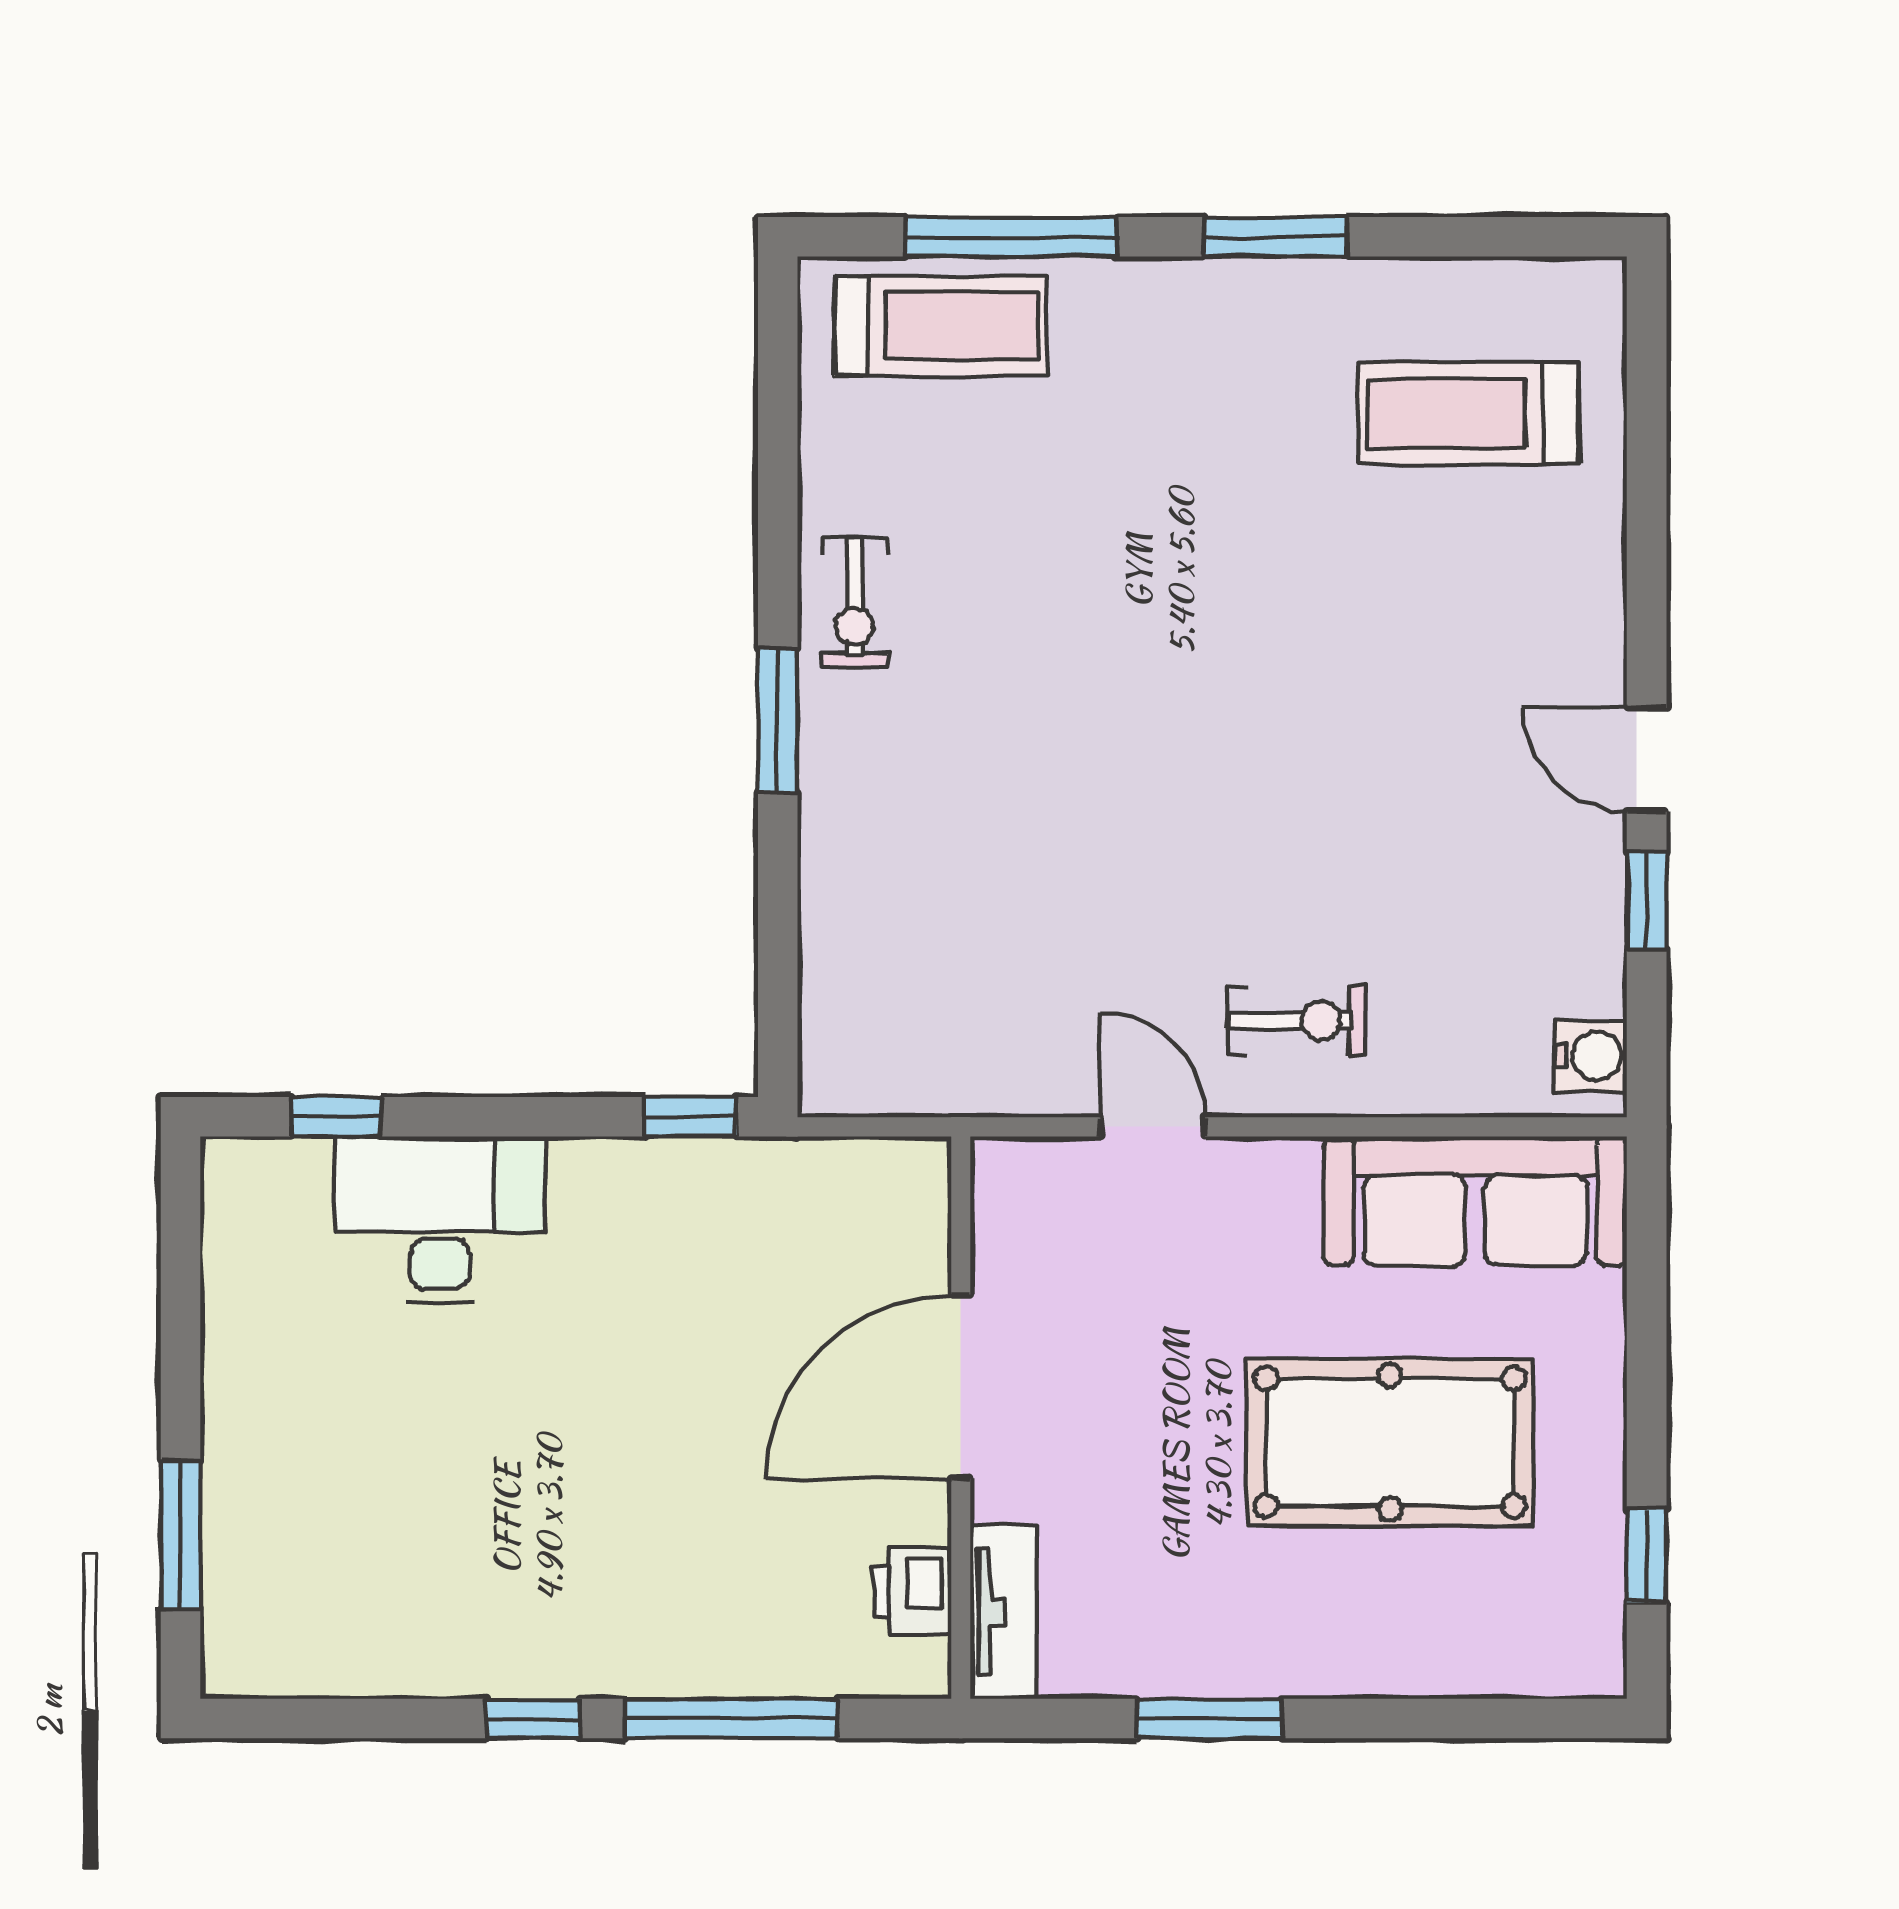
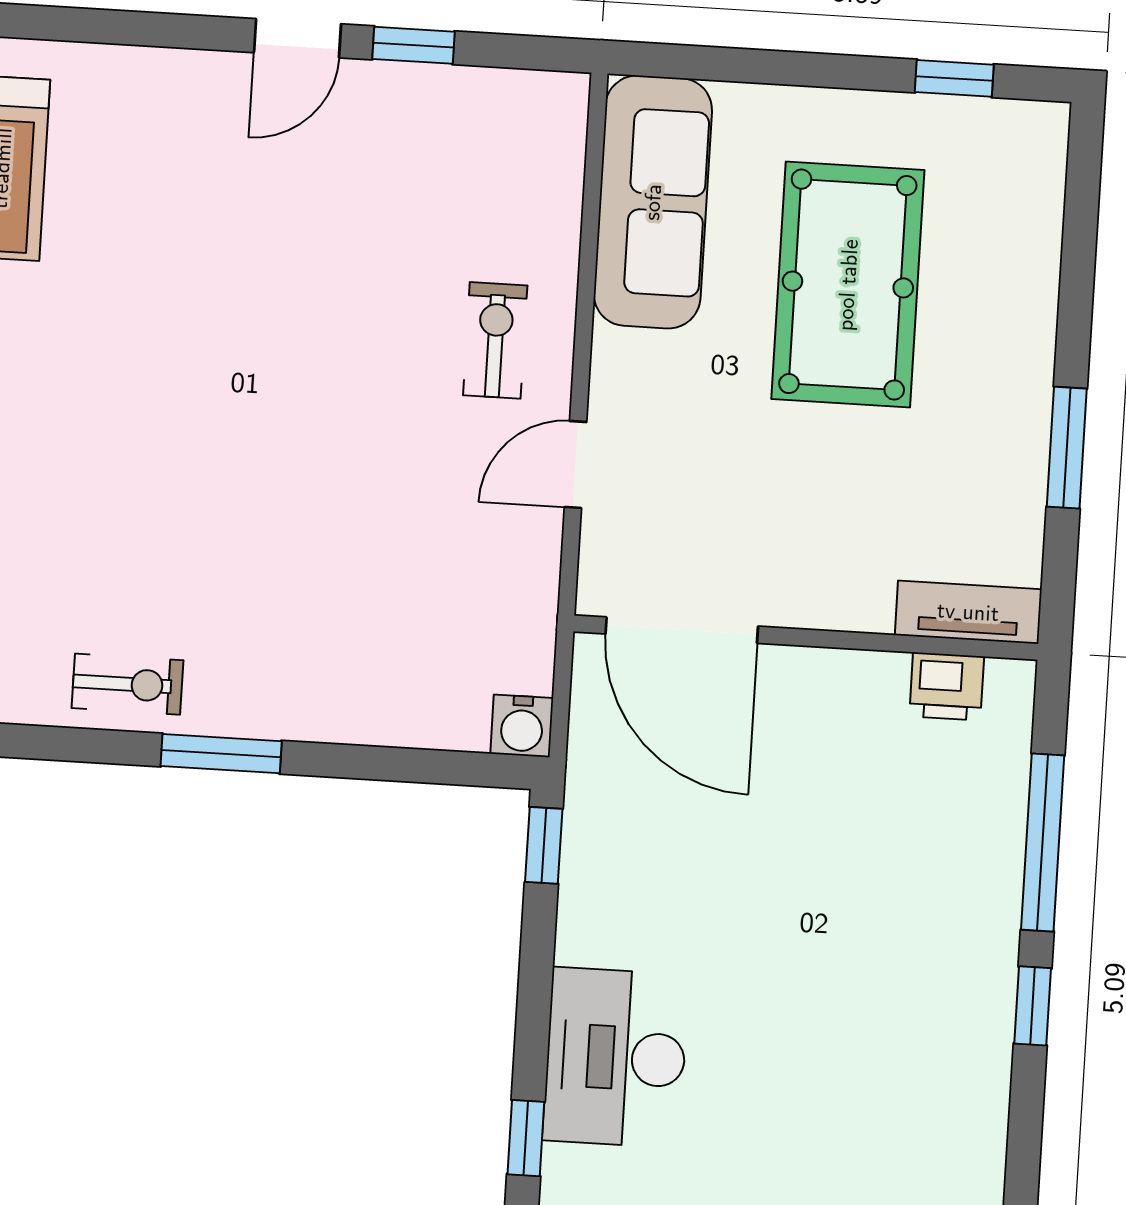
water cooler: (1591, 1056) -> (522, 726), moved, turned 180
door: (961, 1387) -> (682, 630), moved

